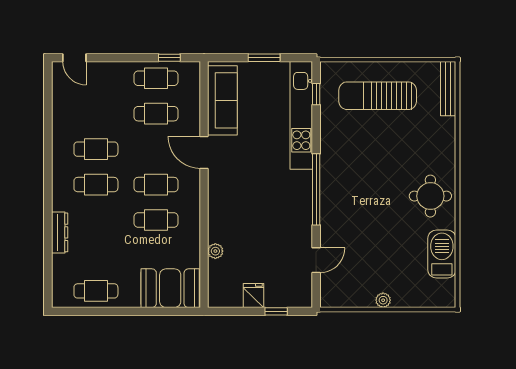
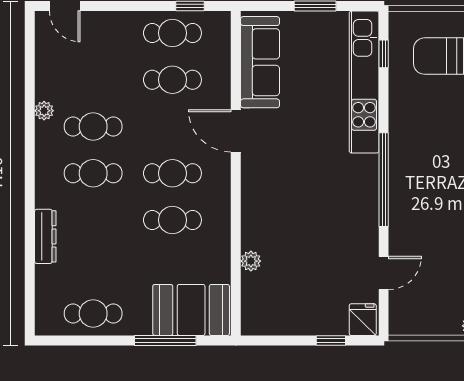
plant: (59, 137) -> (44, 111), added
fridge: (254, 296) -> (363, 320), moved
window: (151, 311) -> (165, 340), added

